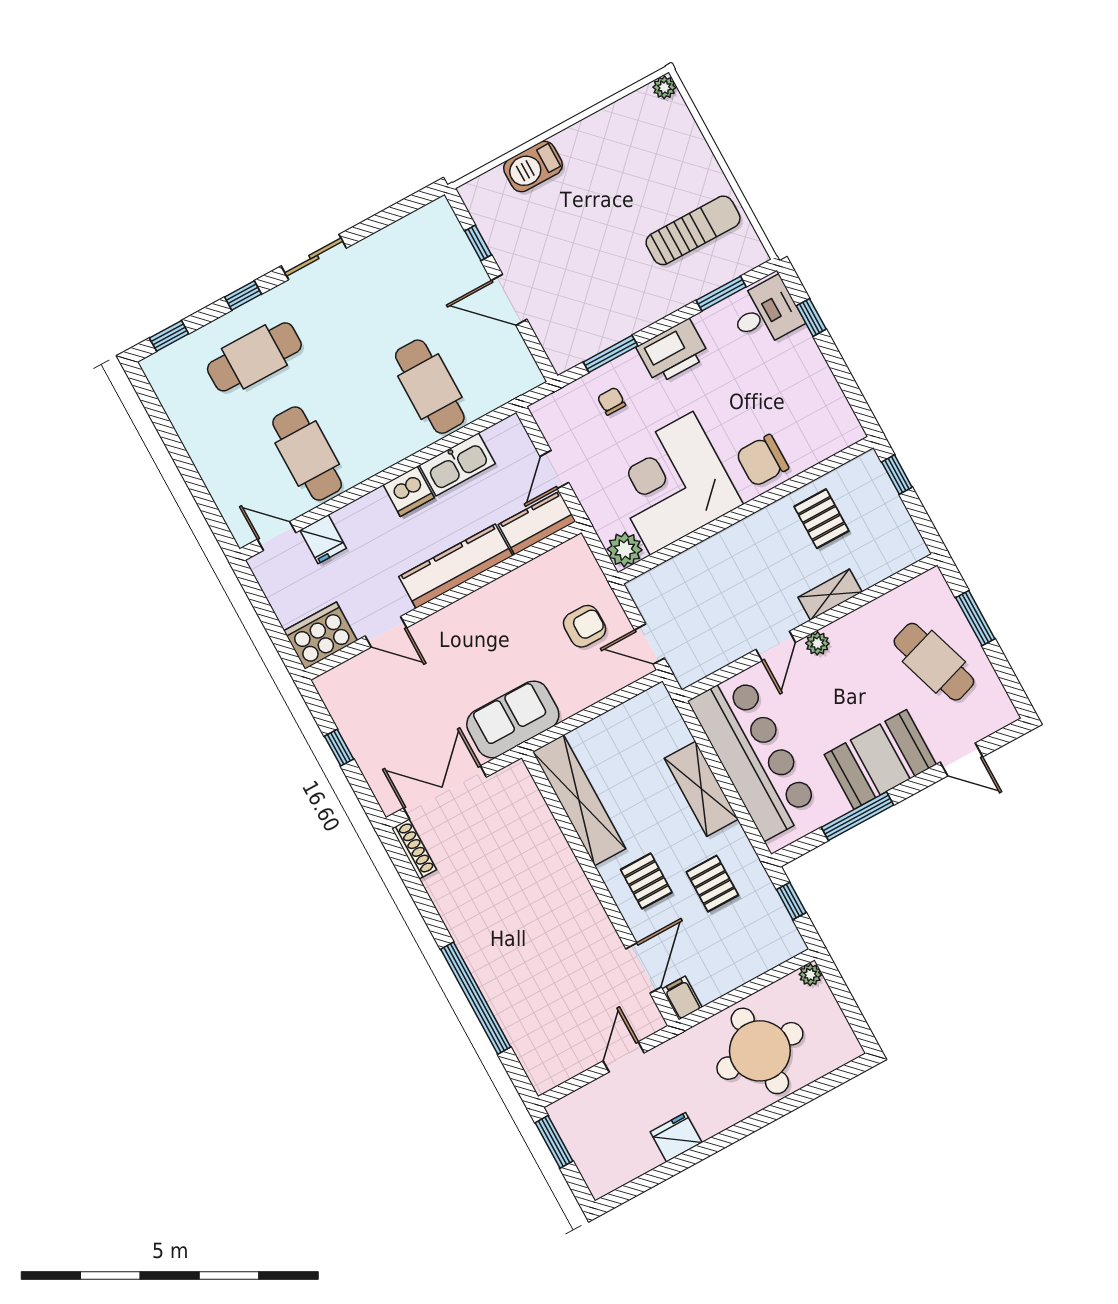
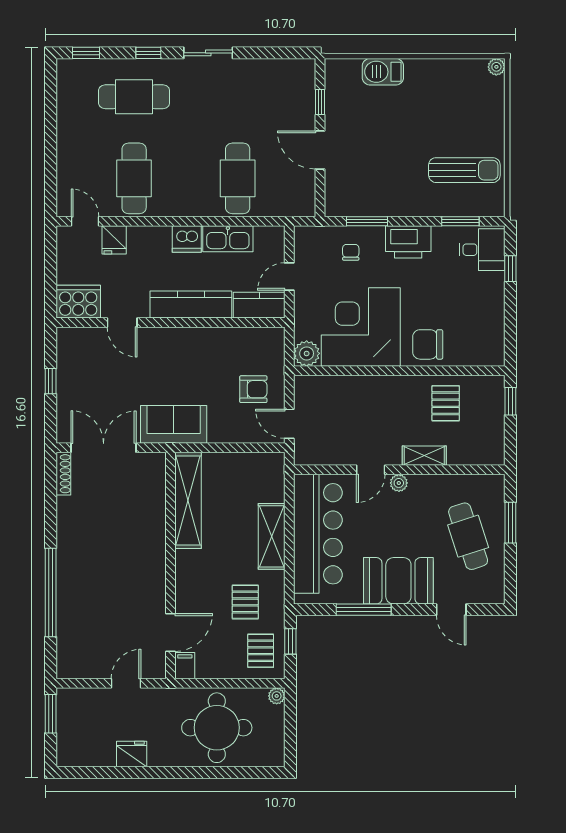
pallet: (646, 881) -> (261, 651), moved

